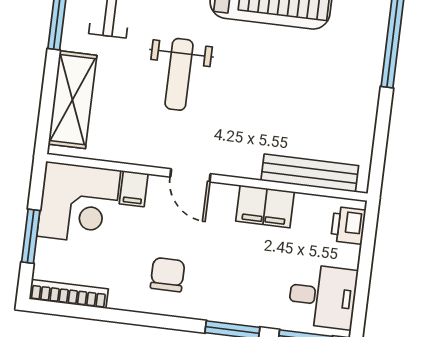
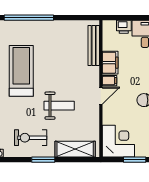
filing cabinet: (134, 189) -> (109, 81), moved
printer: (348, 225) -> (124, 27), moved

